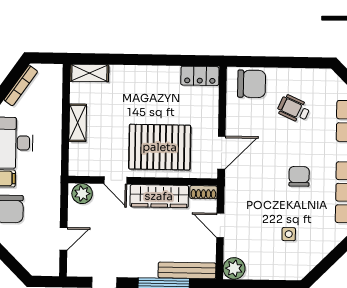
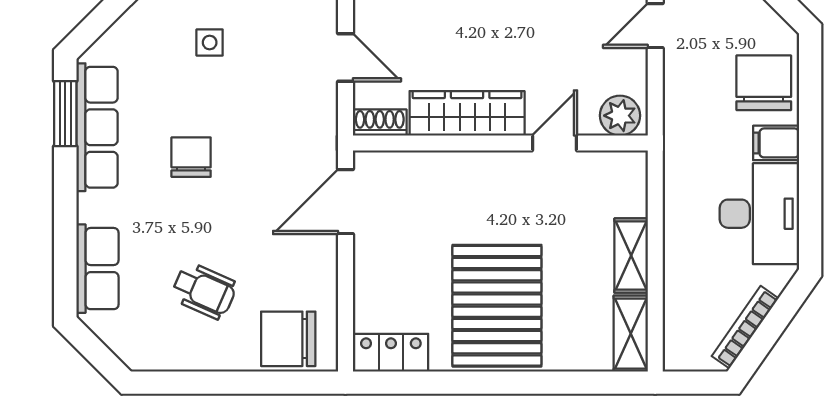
shelving: (89, 73) -> (631, 334), moved, turned 90
pallet: (160, 147) -> (497, 306), moved, turned 90
chair: (299, 176) -> (191, 157), turned 180
door: (115, 180) -> (555, 143), hinge flipped

